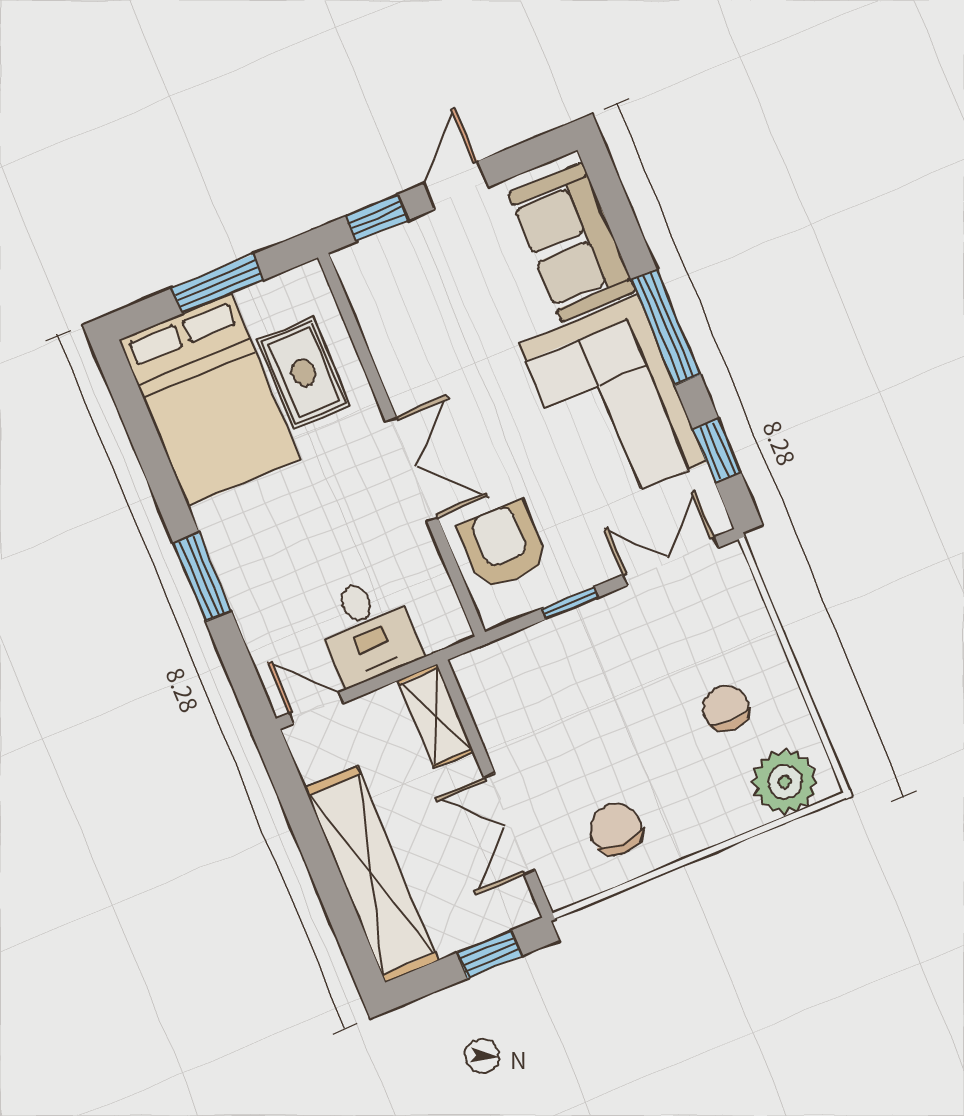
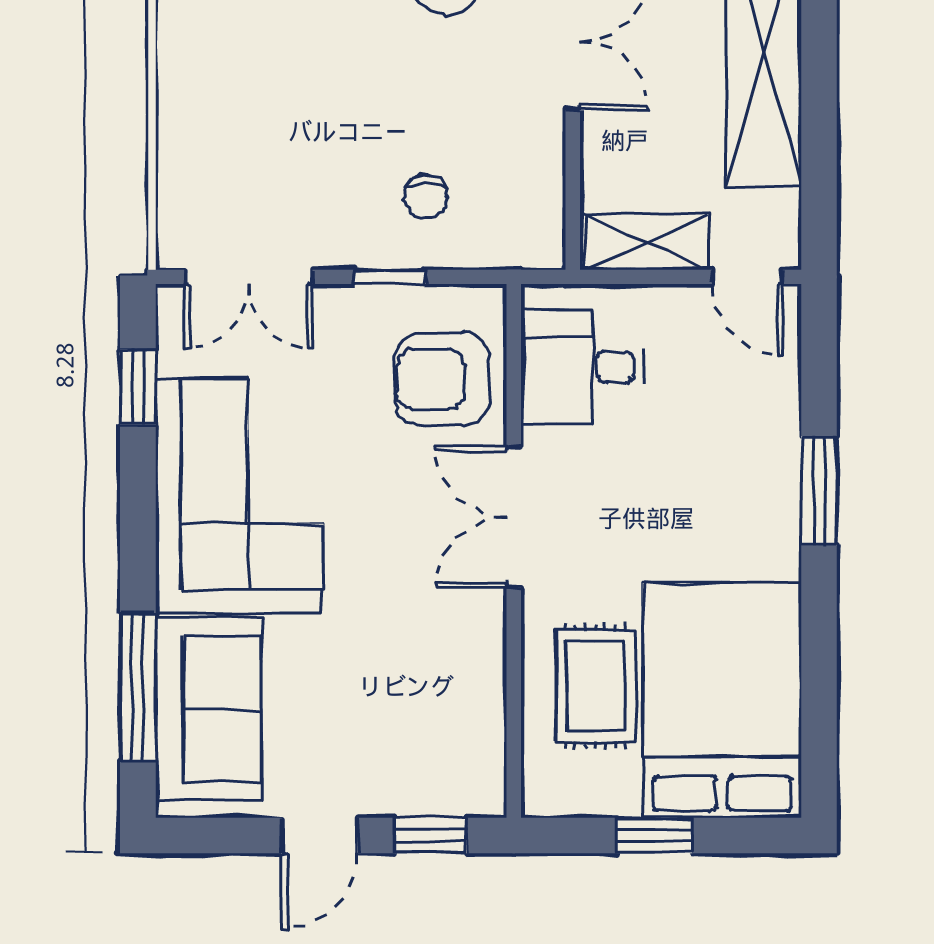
window: (218, 284) -> (654, 835), width x0.67
window: (666, 327) -> (138, 687), moved
armchair: (503, 546) -> (442, 379), turned 90
desk: (367, 630) -> (582, 367), moved, turned -90
chair: (726, 708) -> (426, 196), moved, width x0.73, depth x0.73
shelving: (436, 716) -> (647, 242), moved, turned 90

